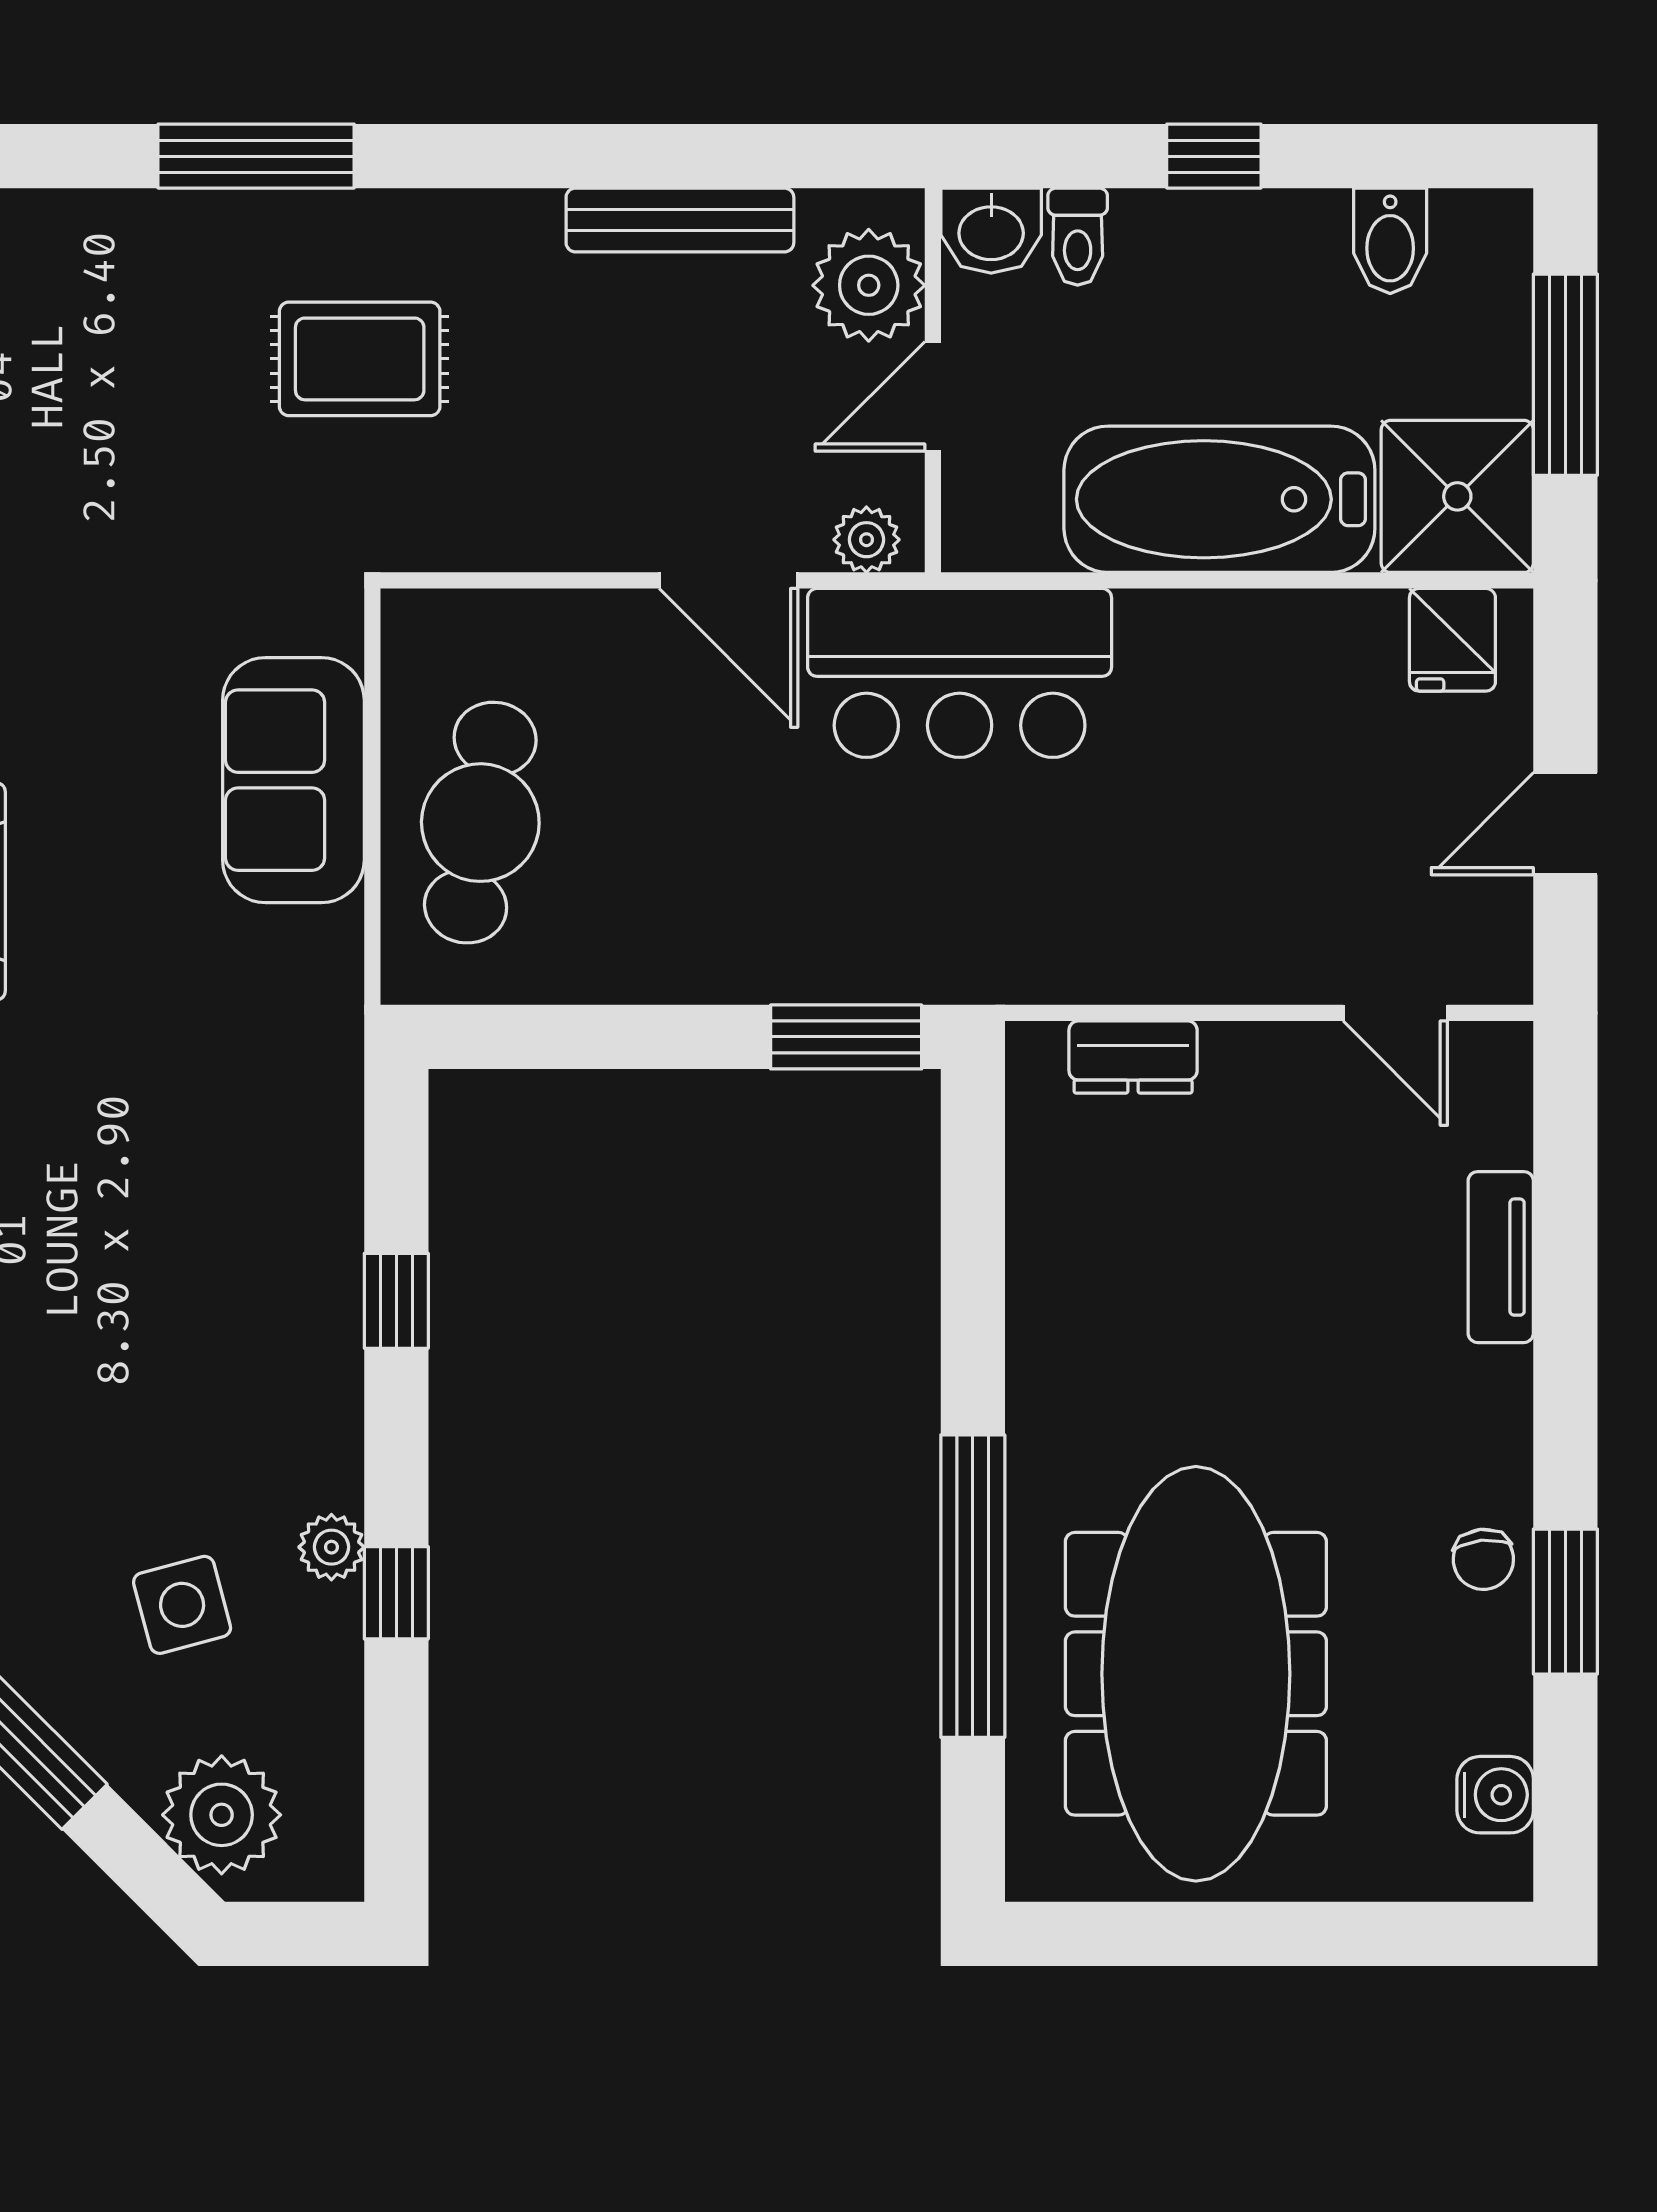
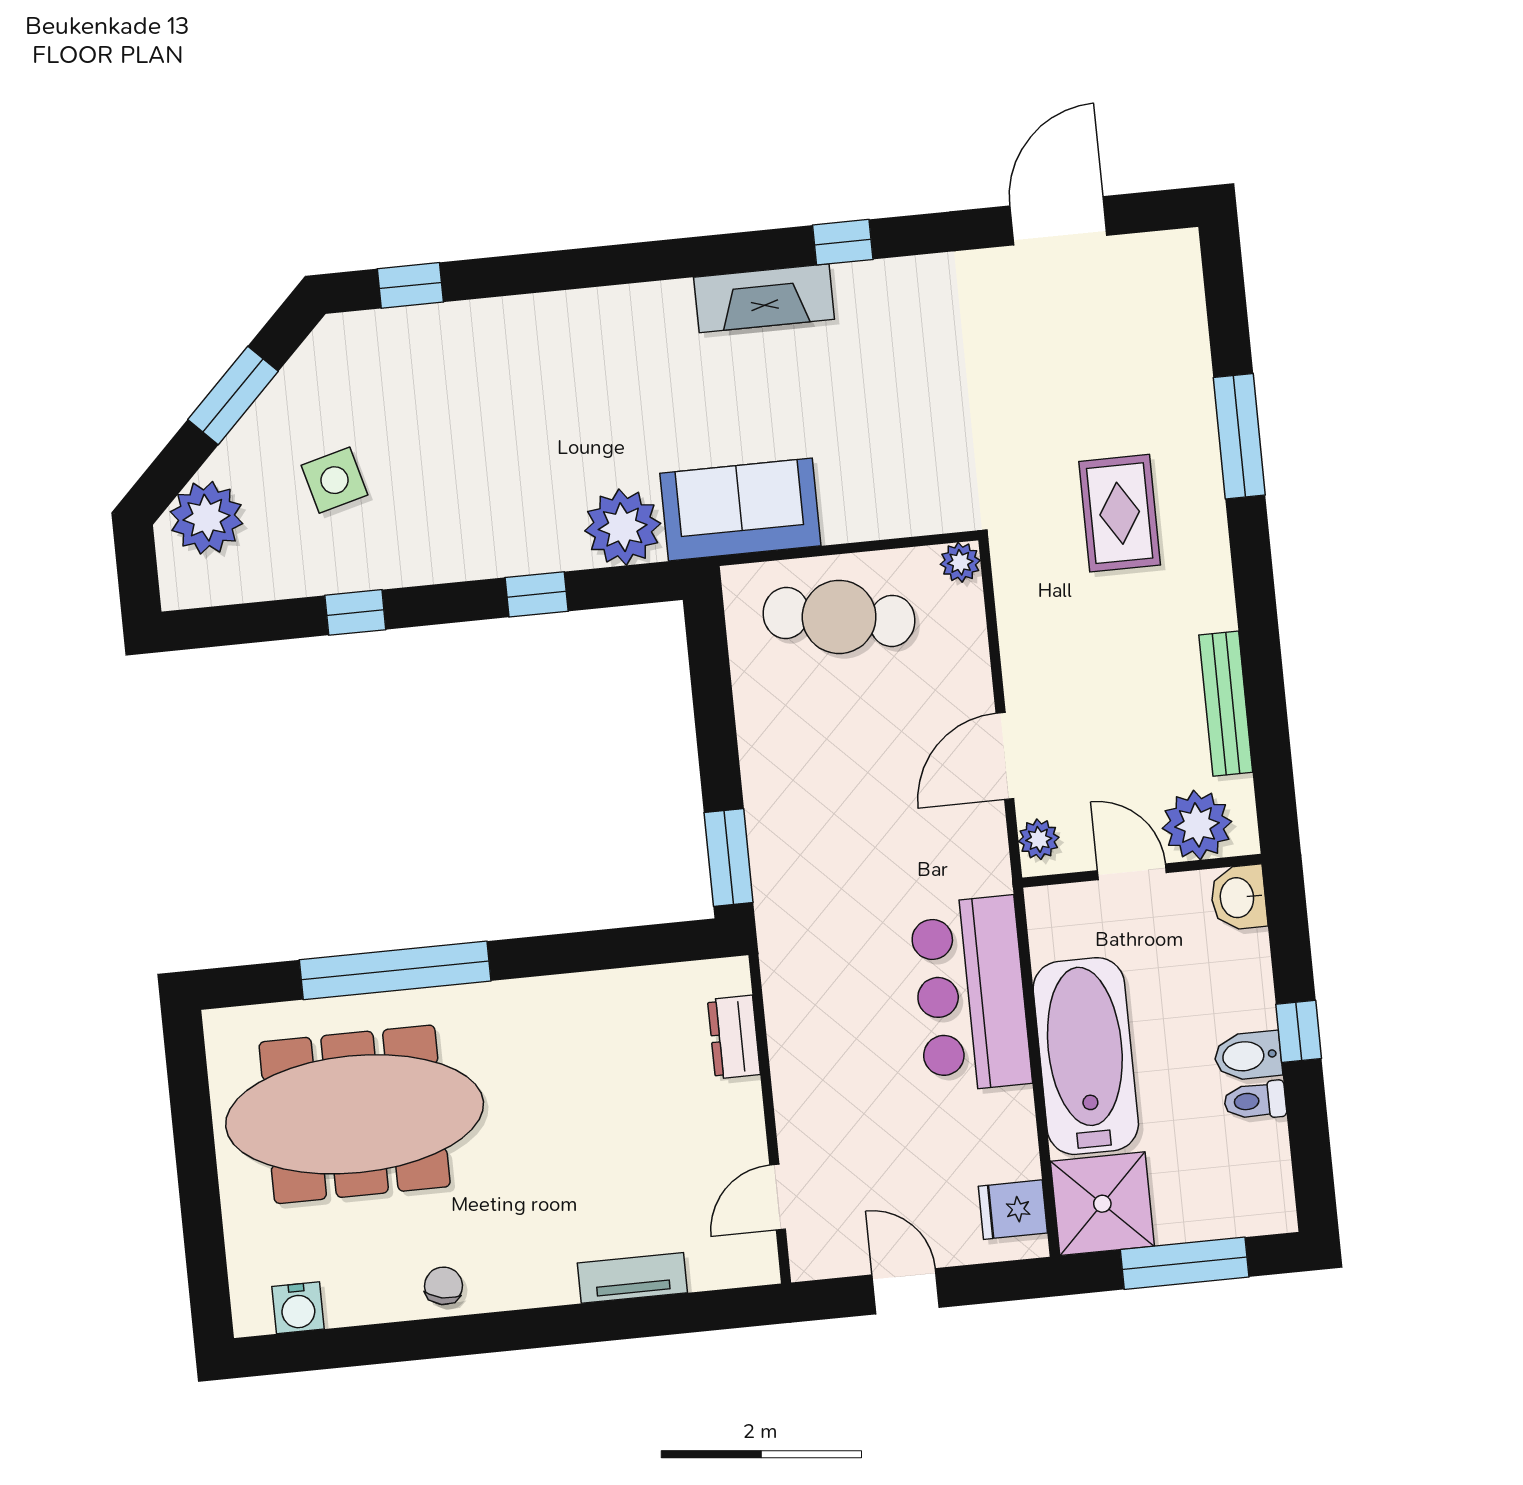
toilet: (1078, 237) -> (1255, 1101), moved
bidet: (1390, 241) -> (1248, 1056), moved
plant: (413, 621) -> (960, 562), added
bar counter: (960, 673) -> (971, 994), moved
sofa: (293, 780) -> (740, 510), moved
plant: (331, 1547) -> (623, 527), moved, width x1.87, depth x1.87
chair: (1483, 1559) -> (443, 1286), turned 108
window: (1565, 1602) -> (422, 1339), removed

